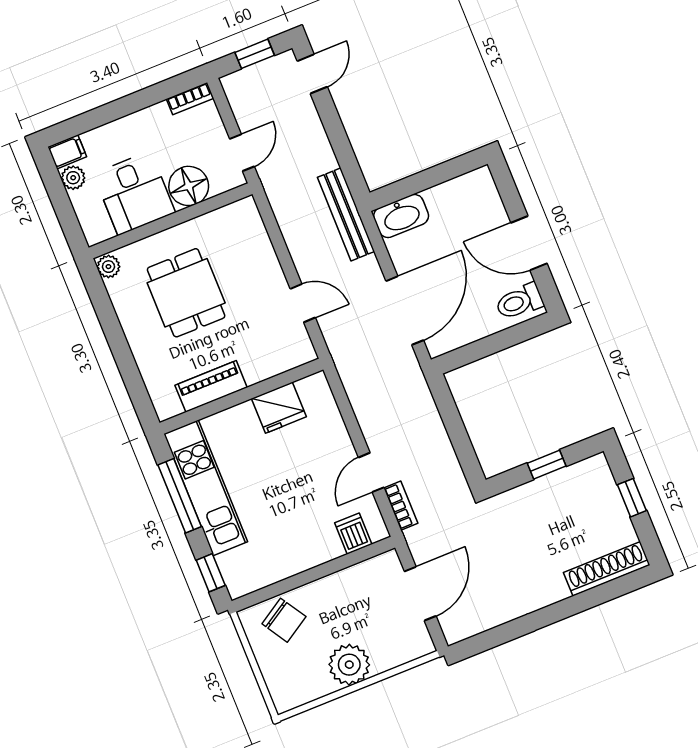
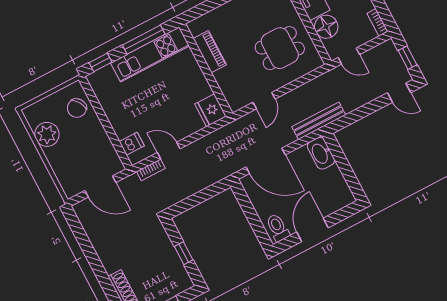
dining table: (186, 293) -> (280, 48), moved
fridge: (279, 408) -> (211, 110), moved
plant: (349, 665) -> (47, 134), moved

